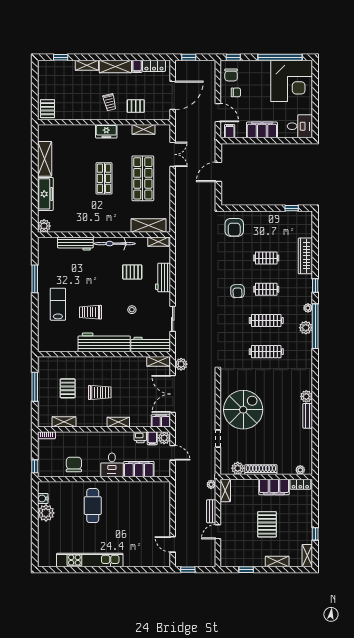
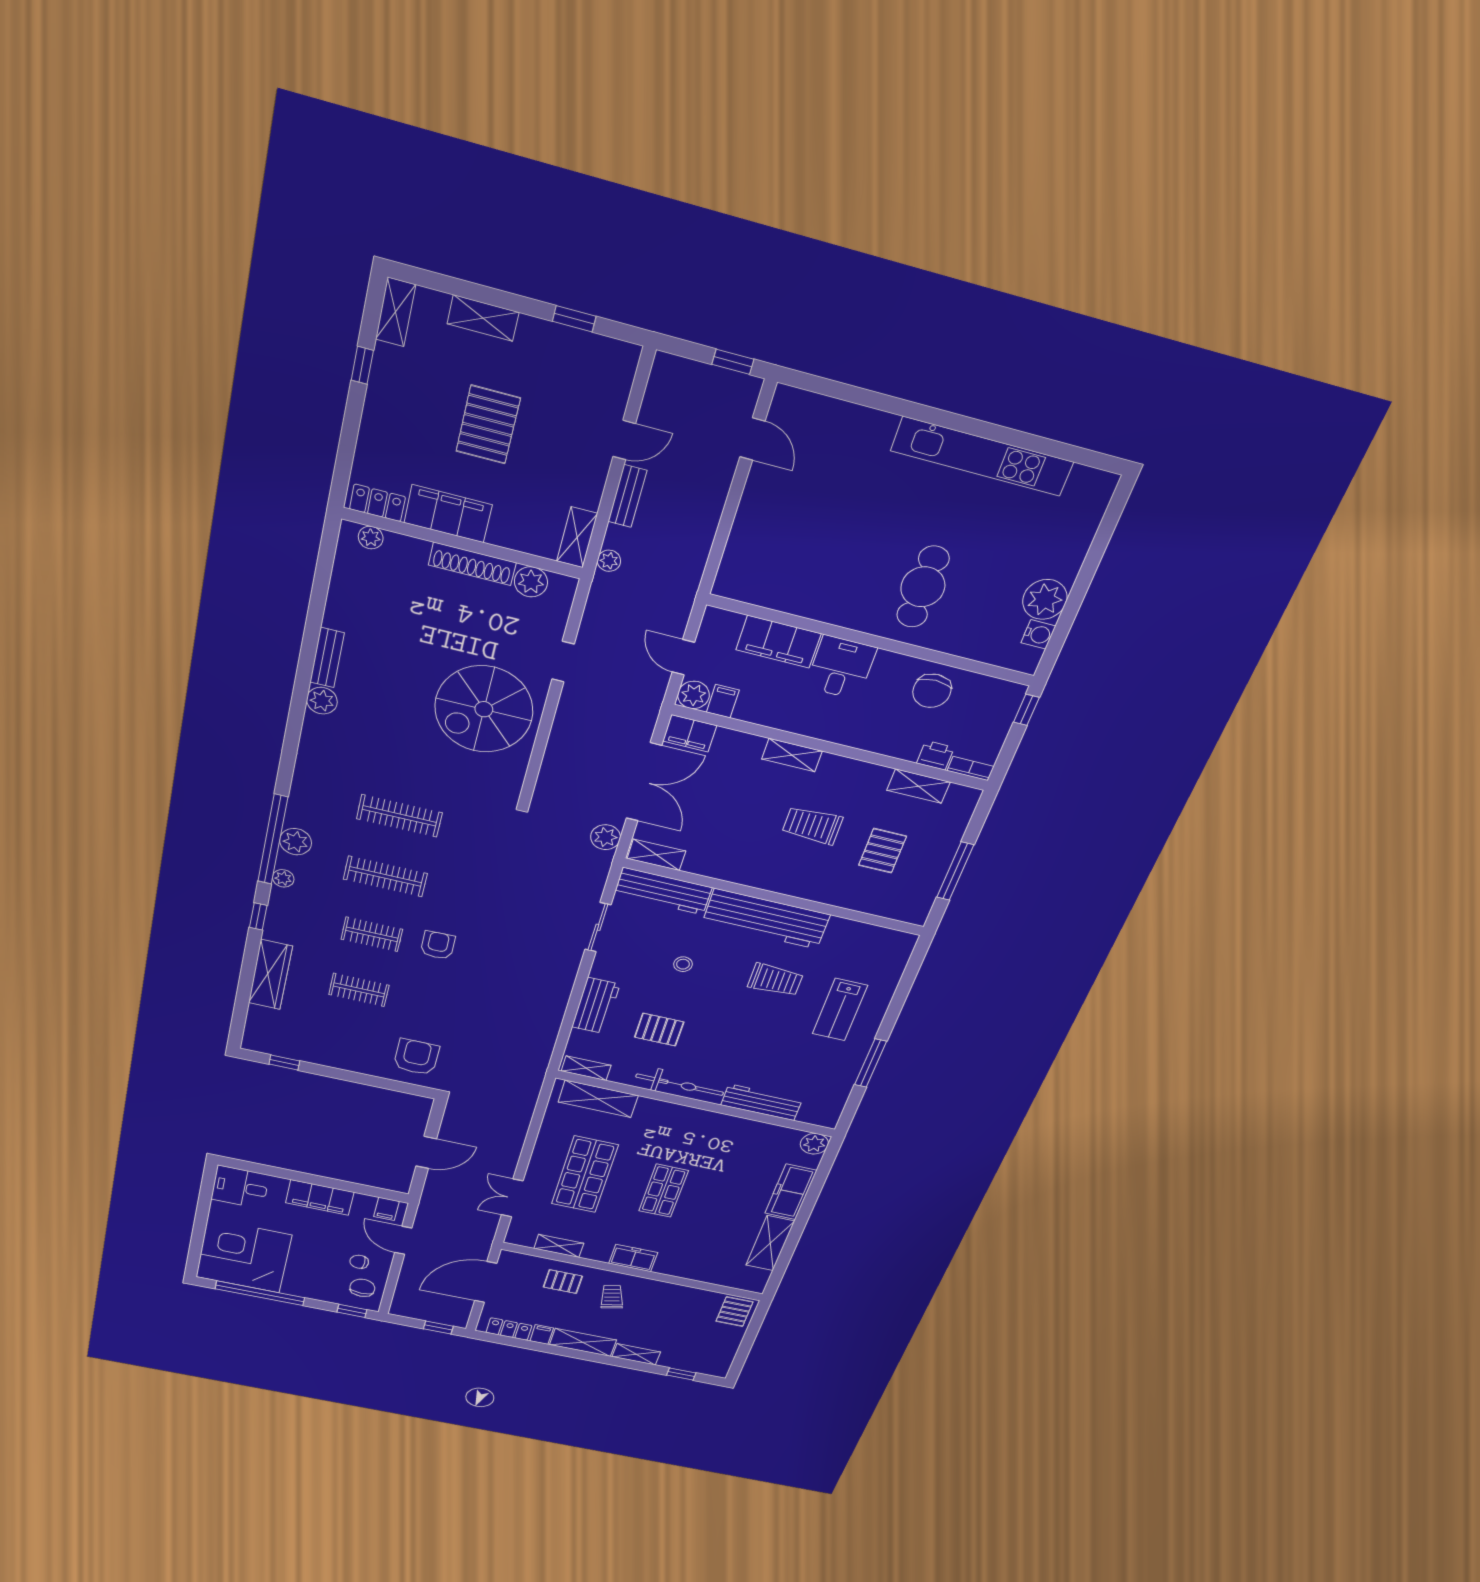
printer: (140, 437) -> (935, 755), moved

